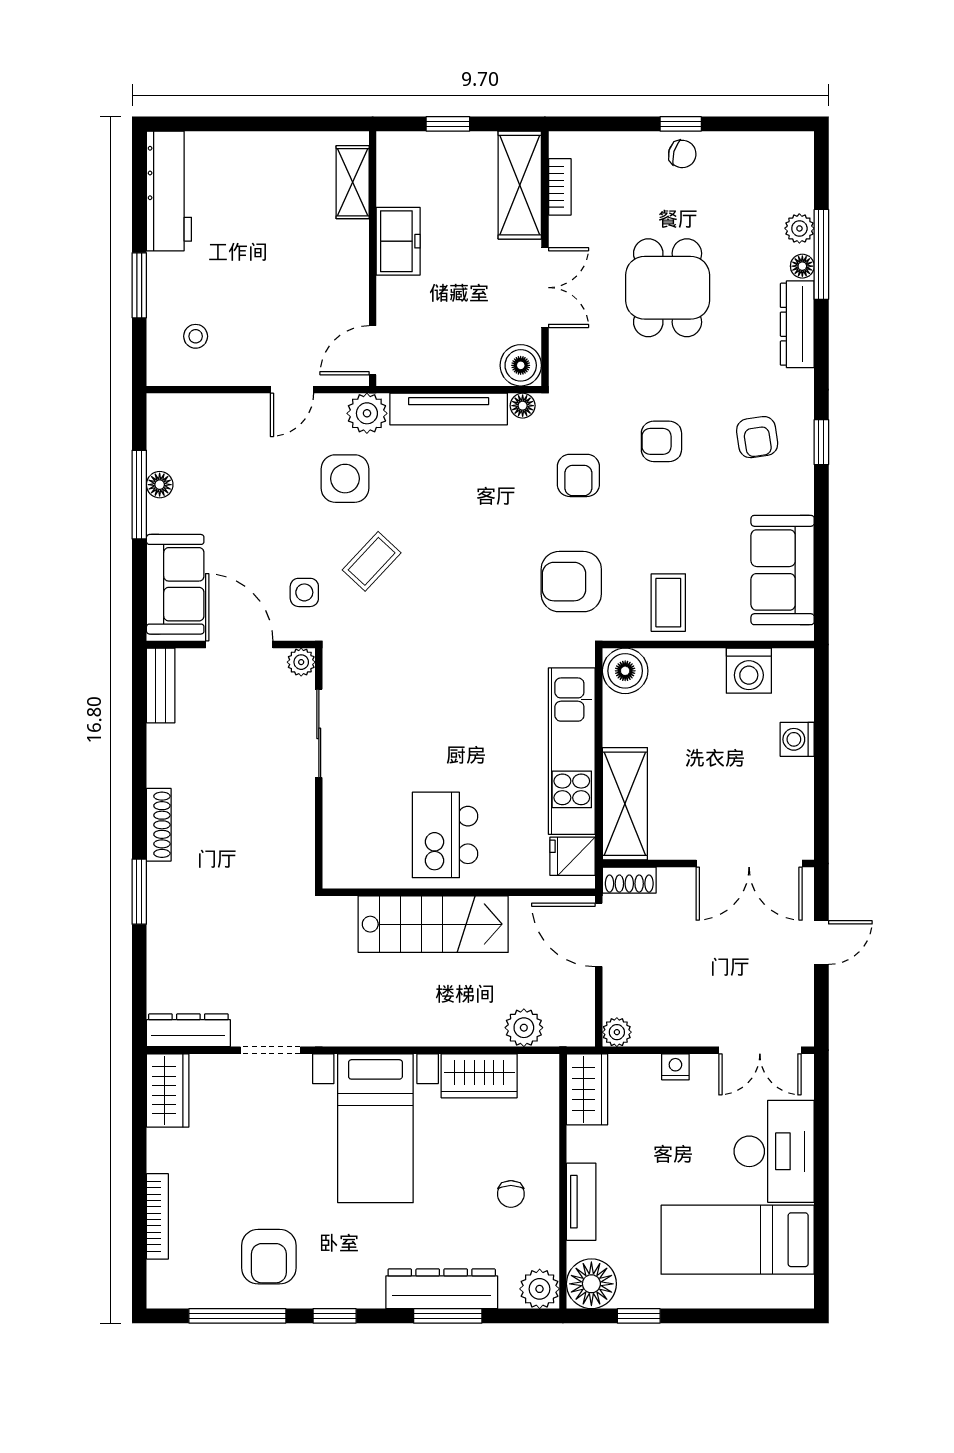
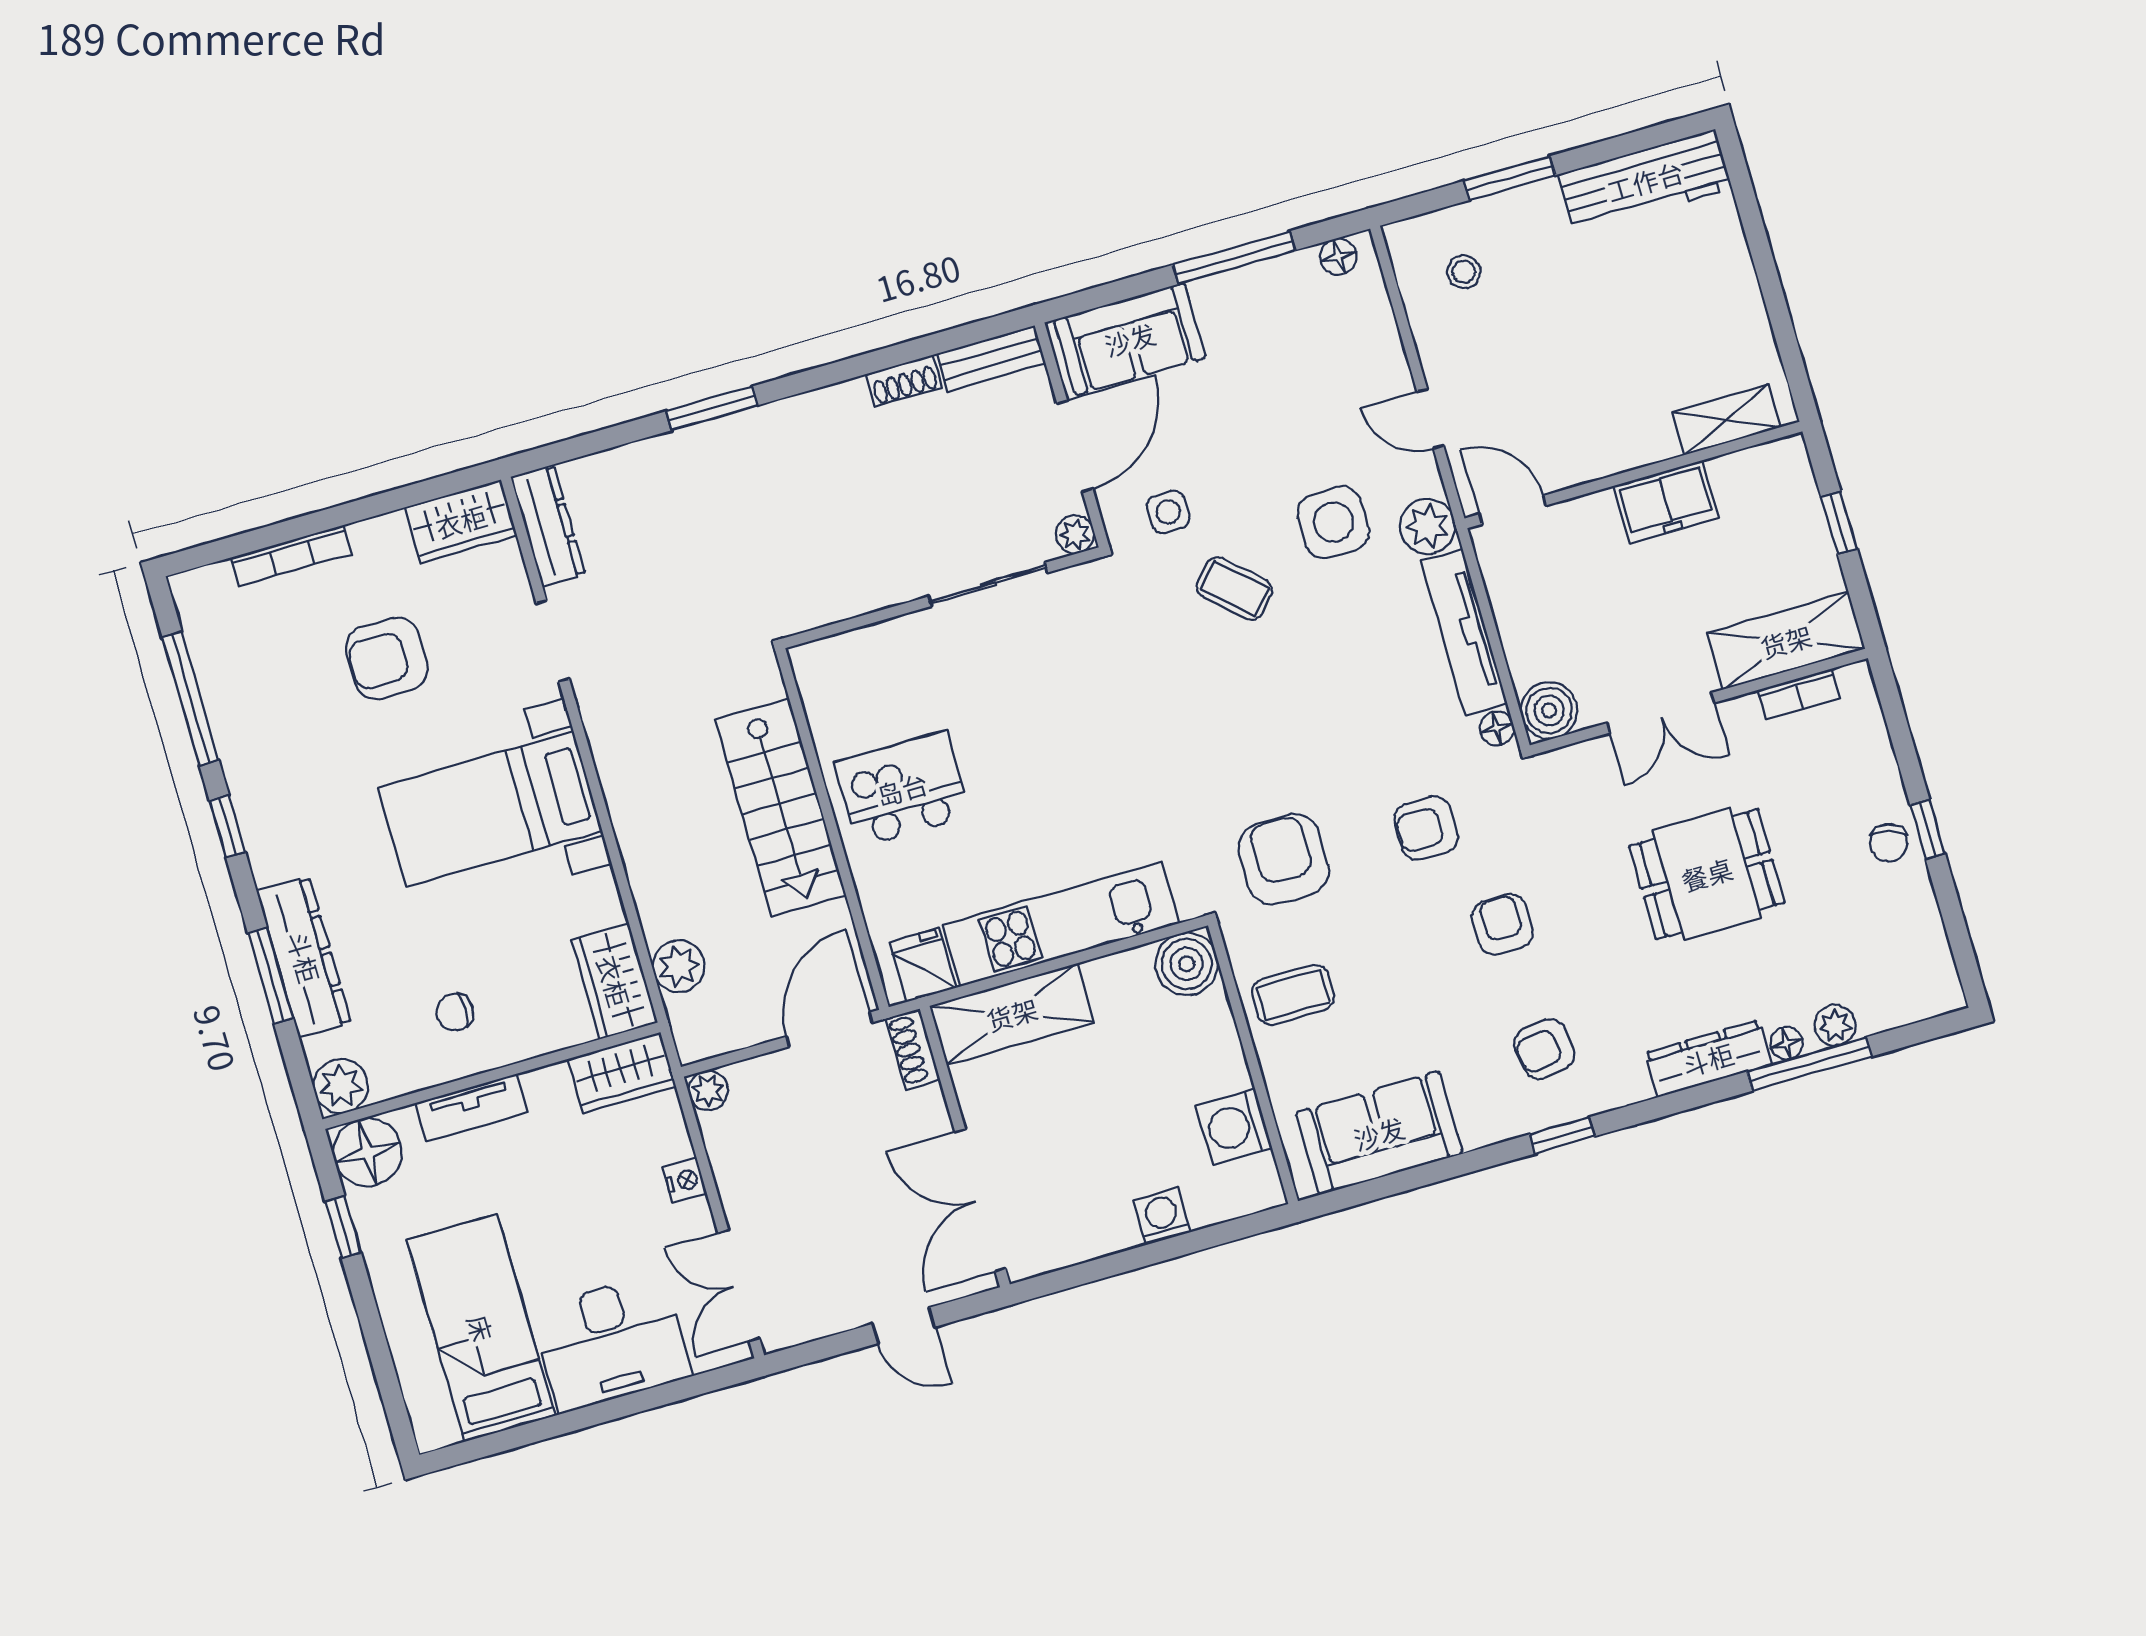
floor lamp: (160, 485) -> (1338, 257), moved
shoe rack: (159, 825) -> (904, 381), moved, width x0.70
wardrobe: (479, 1076) -> (614, 981), moved
armchair: (269, 1257) -> (387, 658), moved

